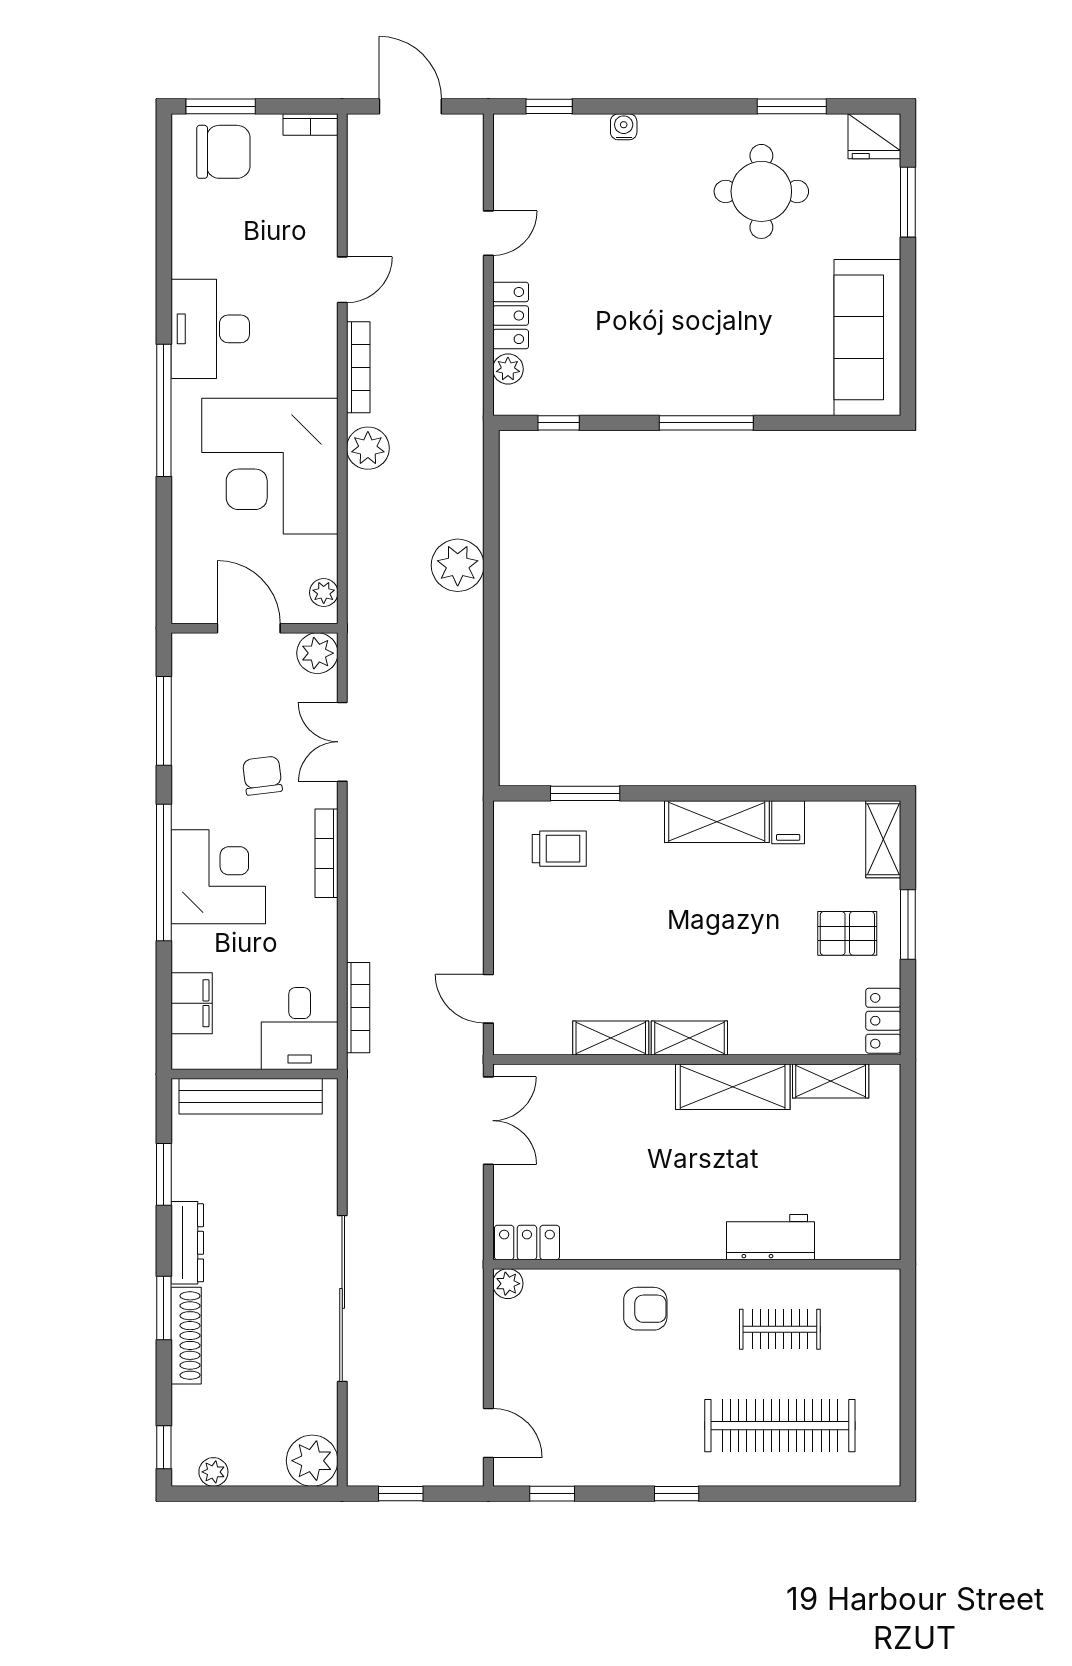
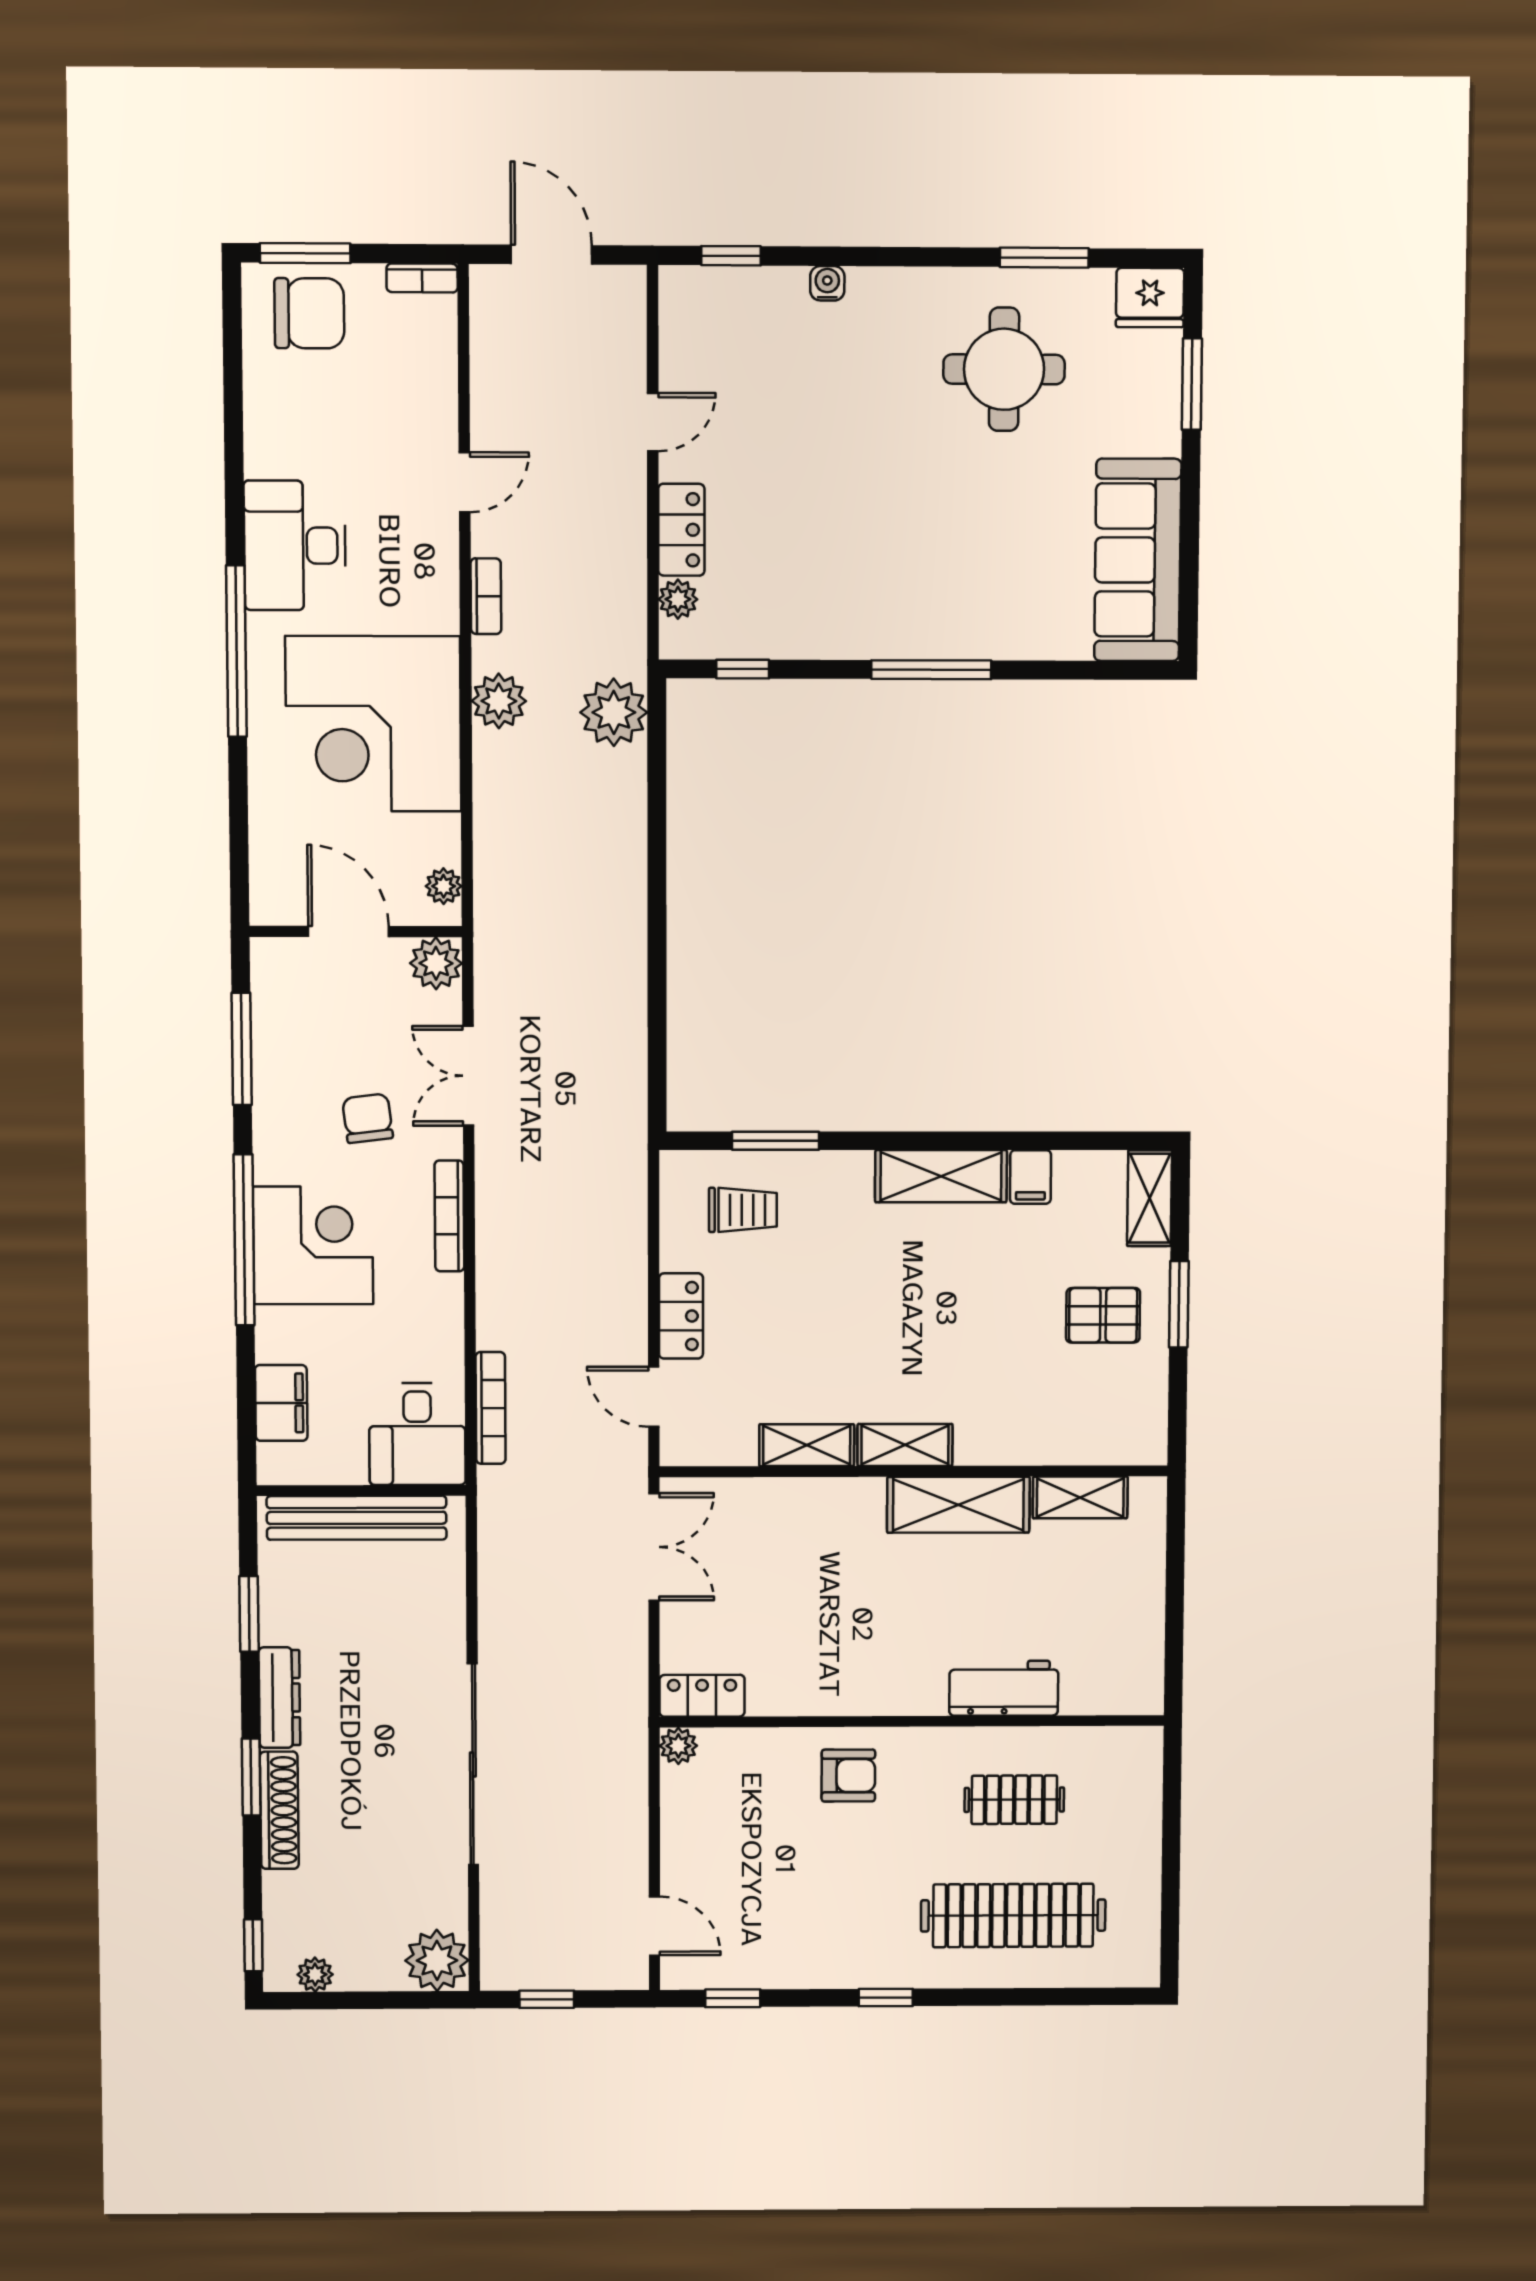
bookcase: (358, 367) -> (486, 596), width x0.64
plant: (458, 565) -> (614, 712), moved
locker: (883, 1021) -> (681, 1316), moved, turned 180

